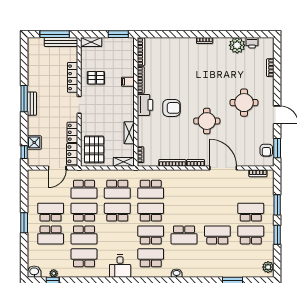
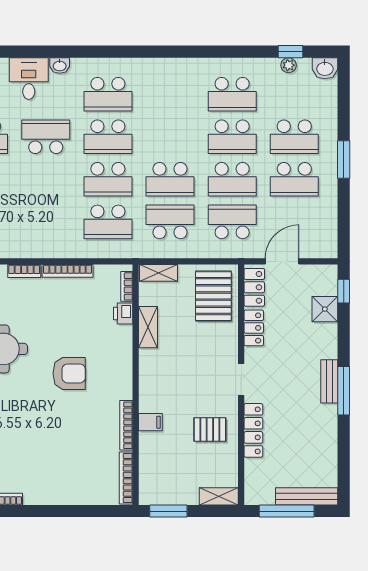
bench: (61, 42) -> (307, 496), moved
printer: (145, 105) -> (123, 313), moved, width x0.53, depth x0.68
armchair: (171, 108) -> (69, 373), turned 180
school desk: (151, 189) -> (108, 222), turned 180
school desk: (51, 235) -> (294, 137), turned 180
school desk: (84, 235) -> (232, 137), turned 180
desk: (120, 266) -> (29, 79), moved

